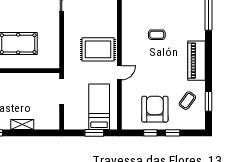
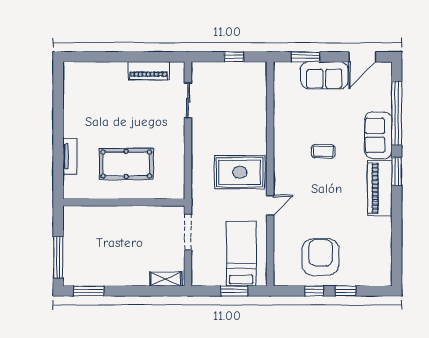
sofa: (196, 23) -> (378, 135), added
coffee table: (187, 101) -> (367, 245), removed
window: (208, 101) -> (397, 171), moved
shelving: (22, 124) -> (166, 279), moved

